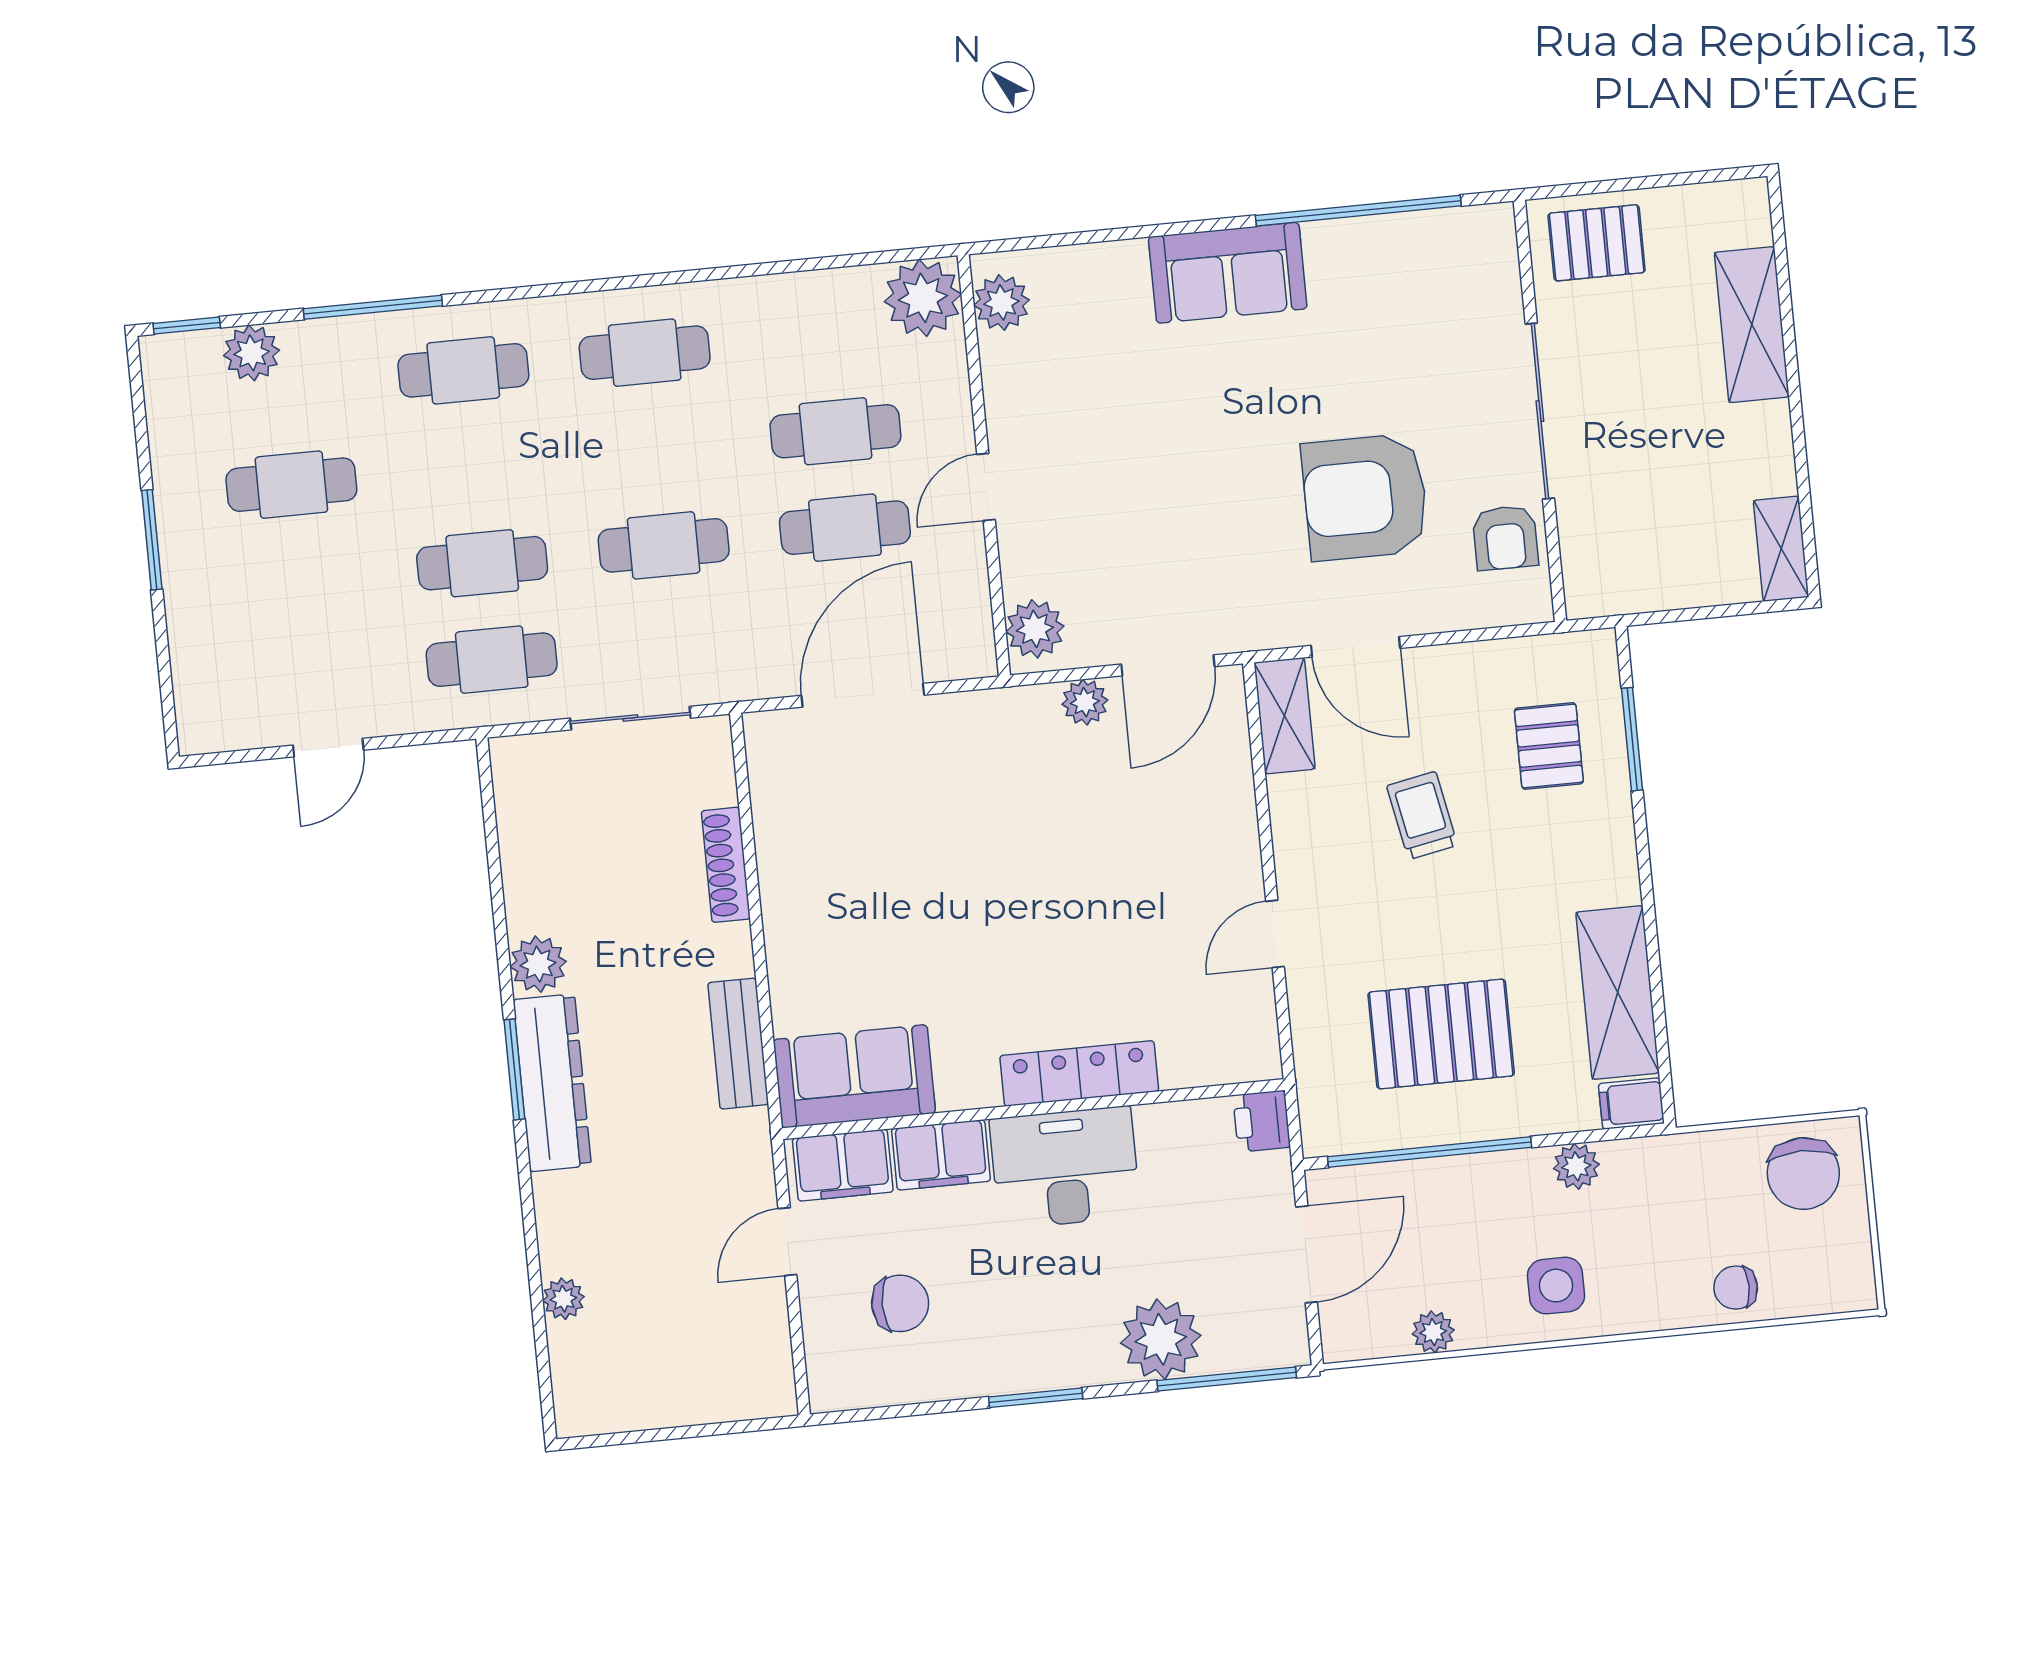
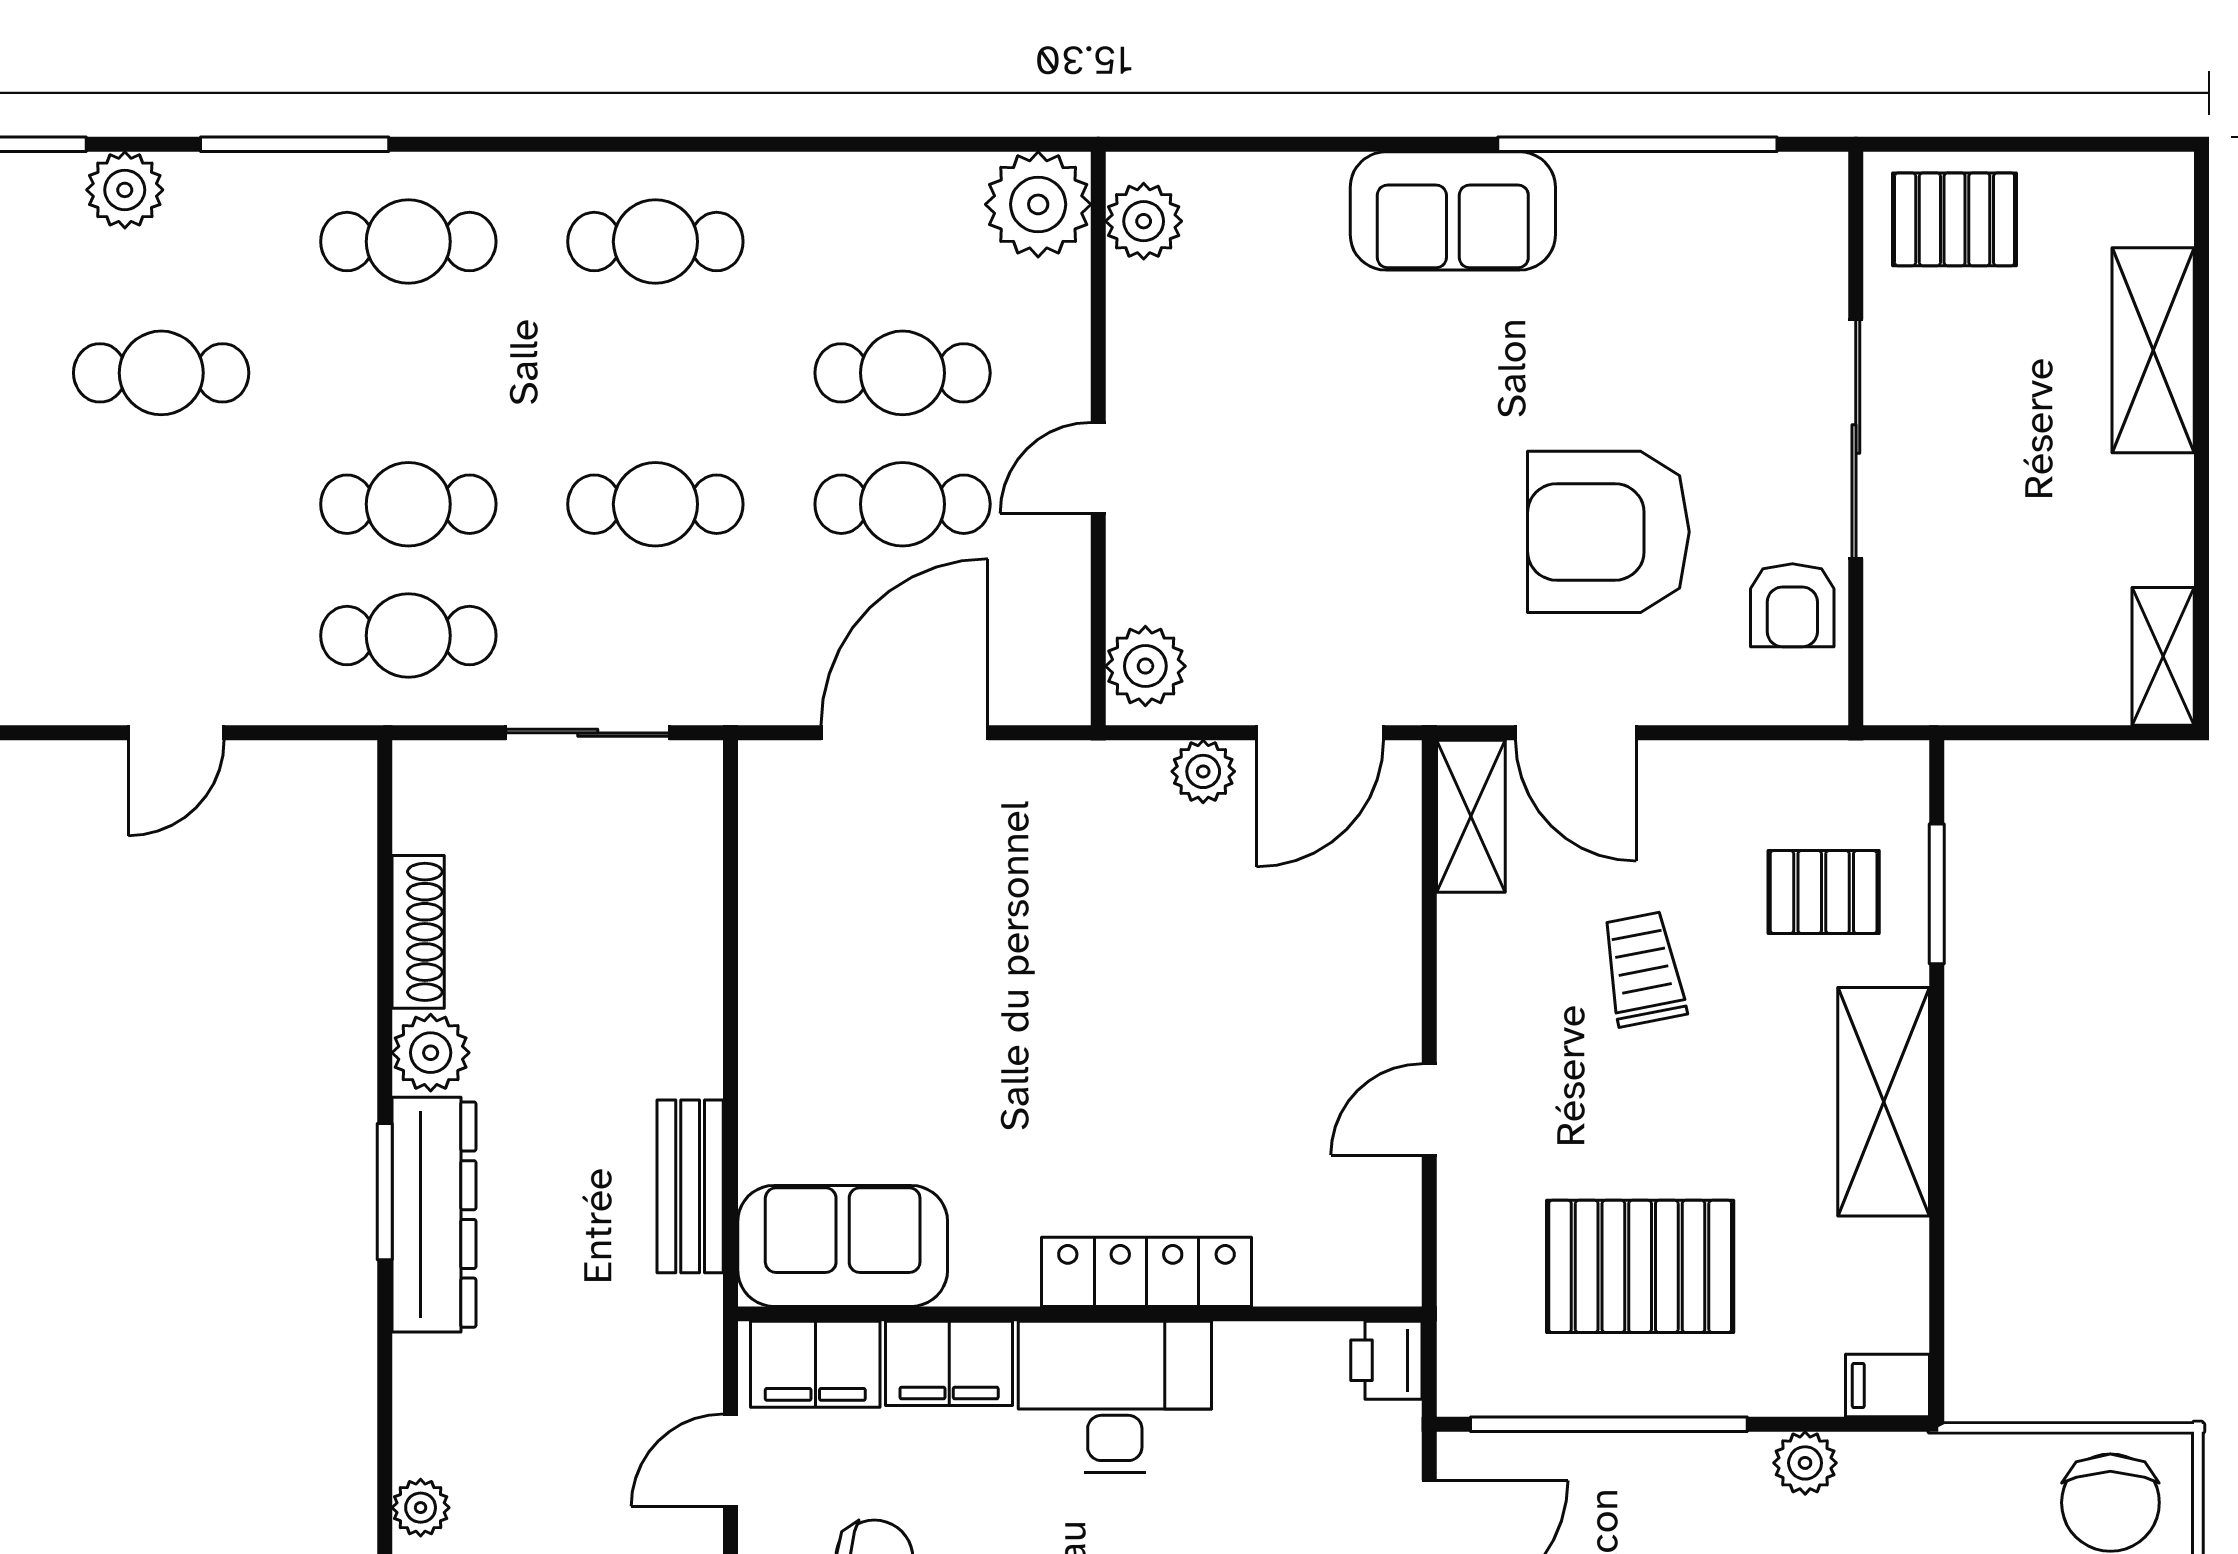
pallet: (1549, 746) -> (1824, 892), turned 90
shoe rack: (726, 865) -> (418, 932), moved, turned 180
shelving: (1618, 993) -> (1884, 1102), moved

